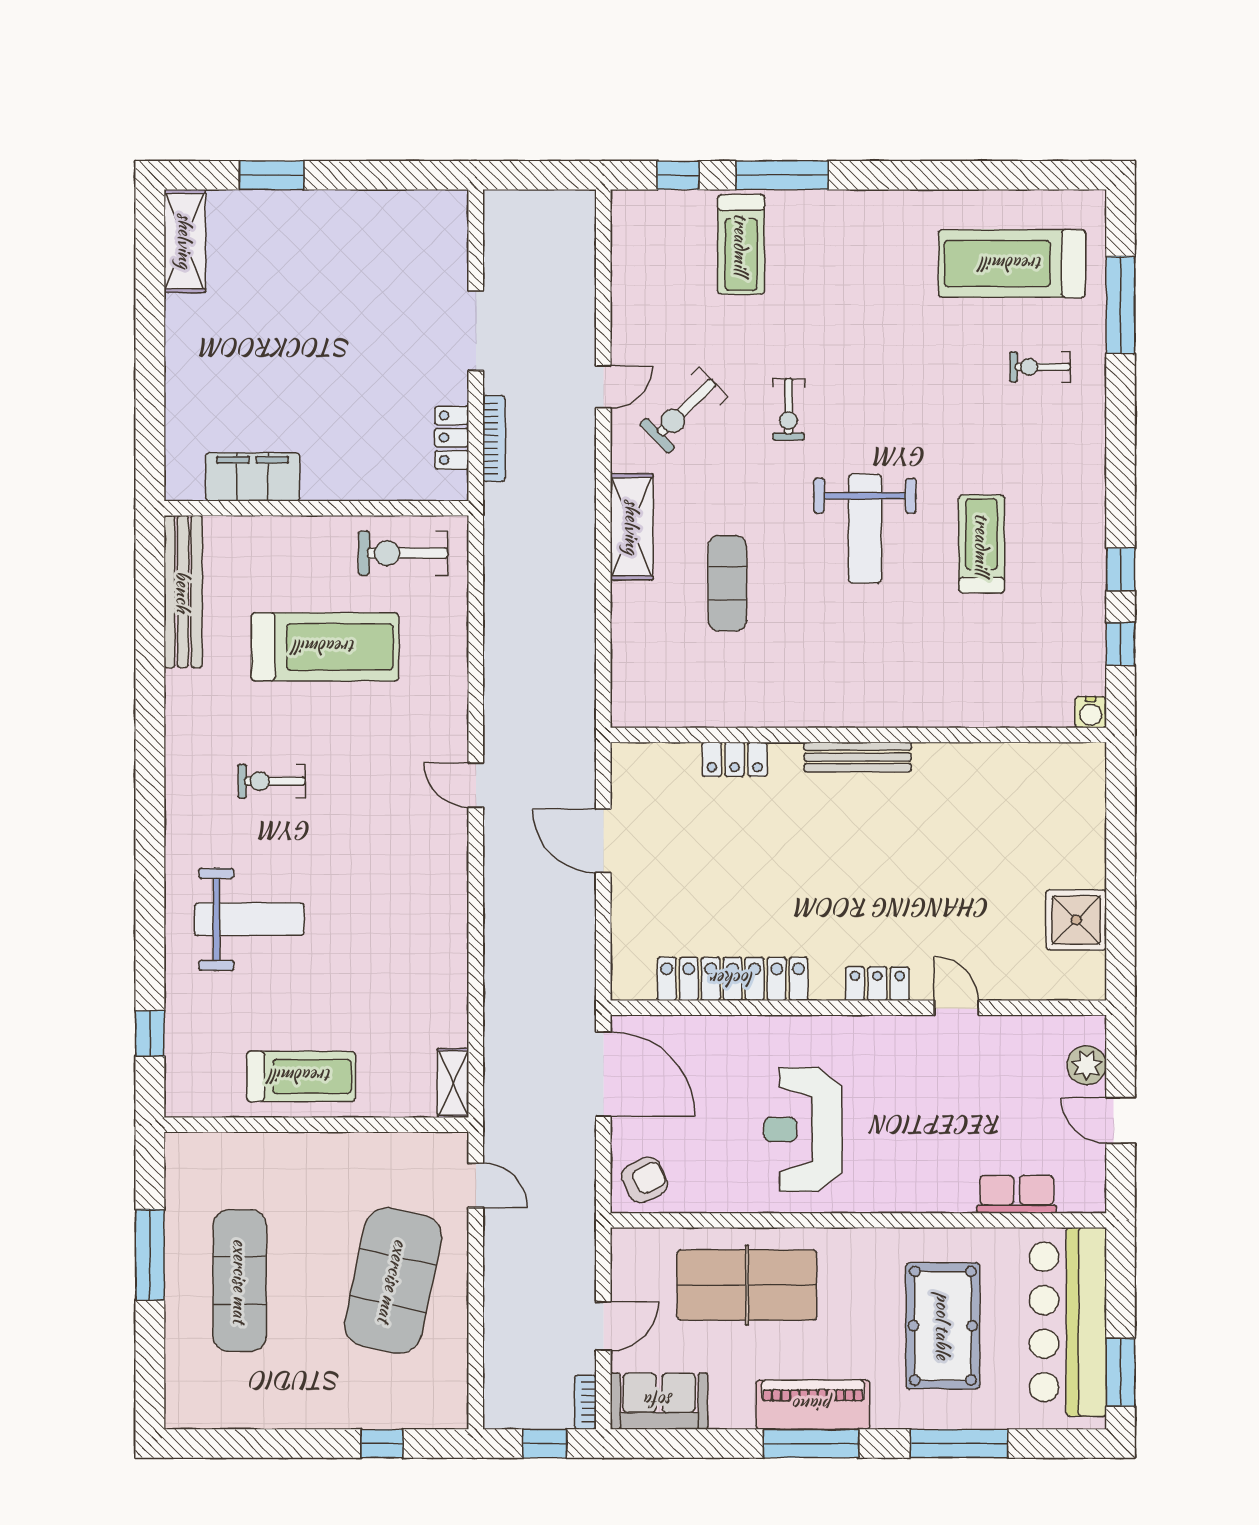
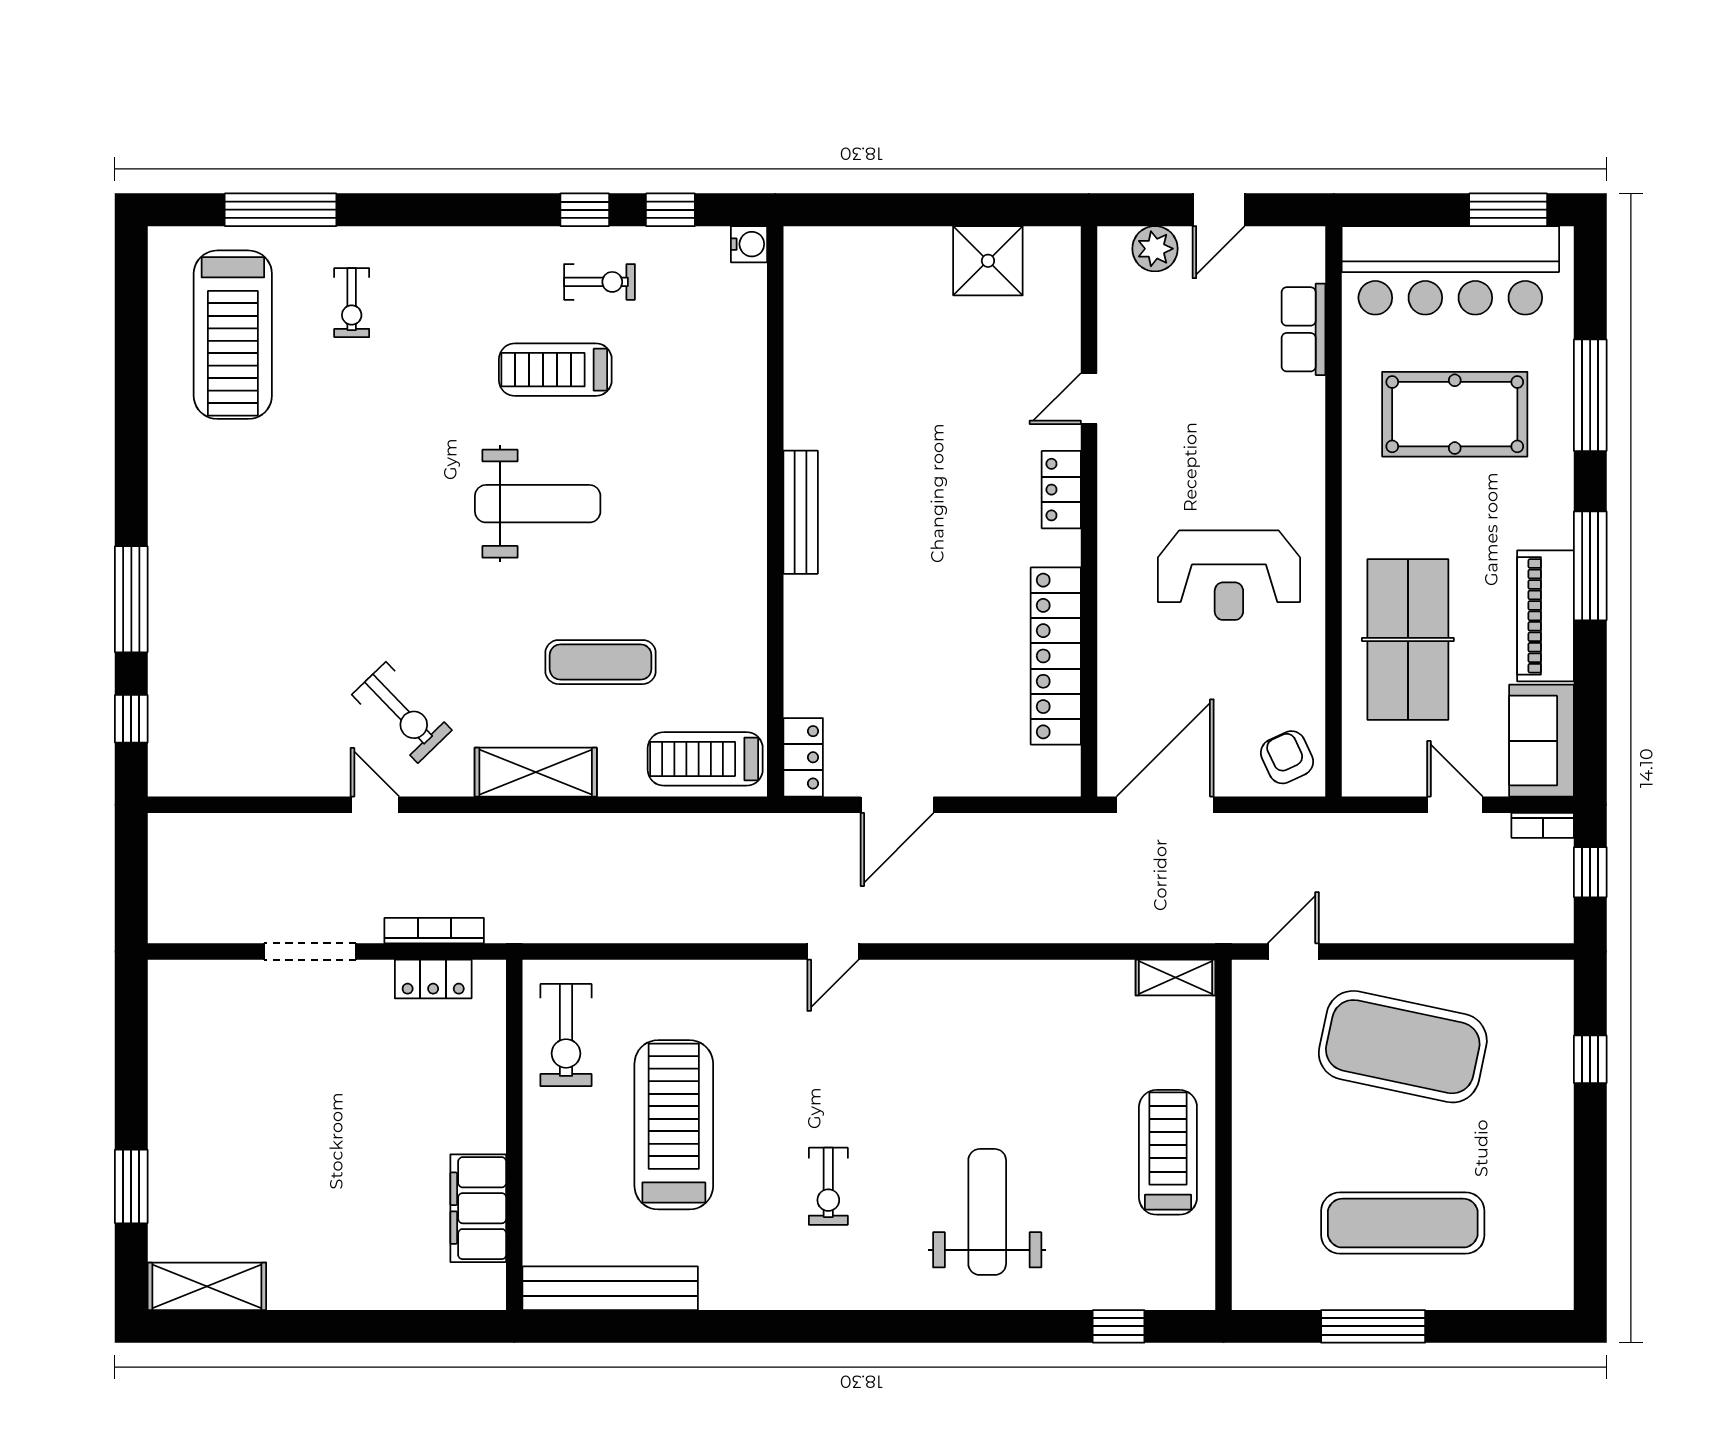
treadmill: (741, 244) -> (705, 759), moved, turned 180
exercise bike: (789, 409) -> (600, 282), moved
locker: (735, 759) -> (803, 757), moved
piano: (813, 1405) -> (1546, 616), moved

